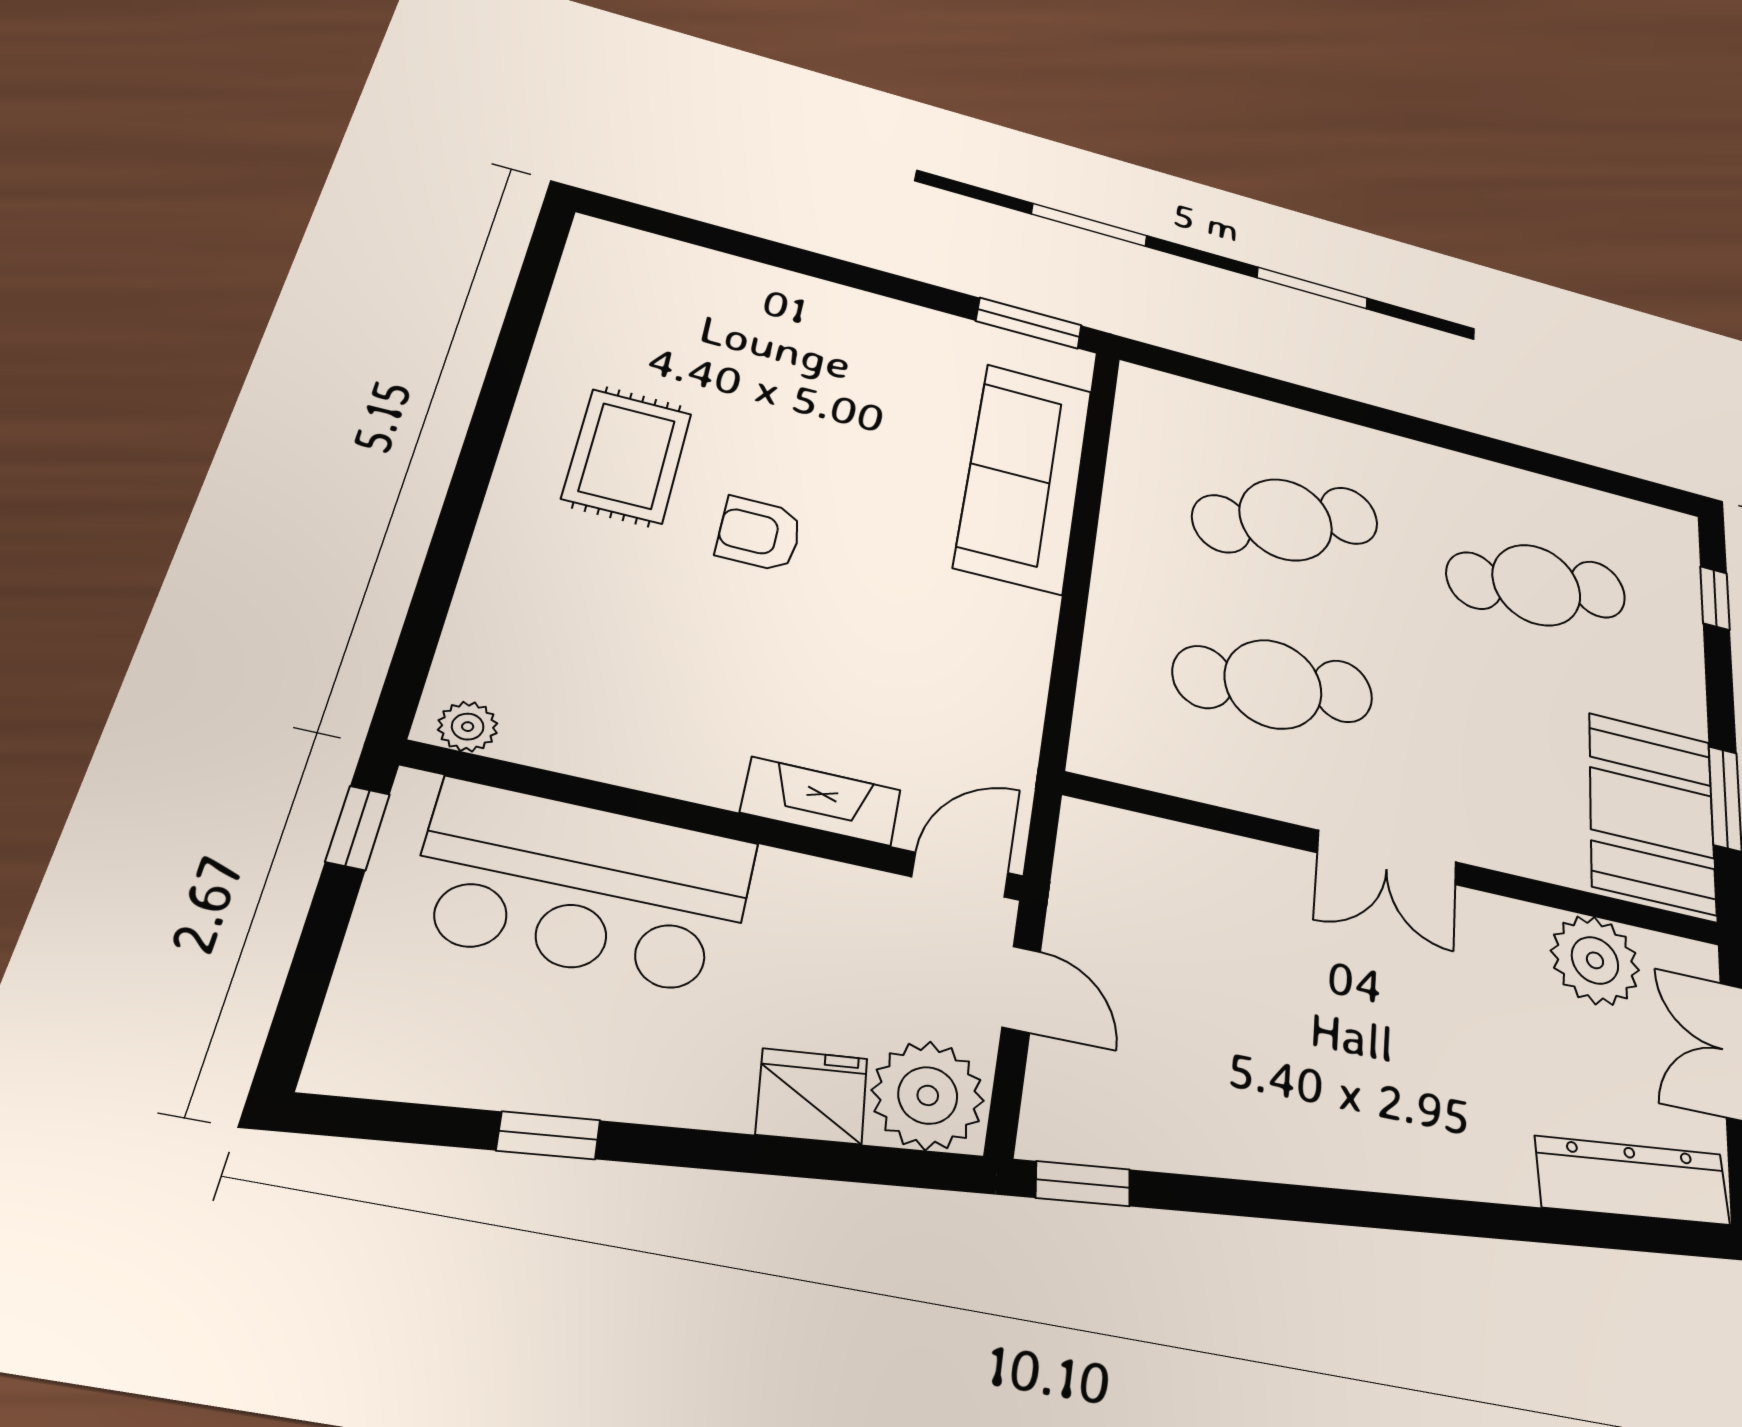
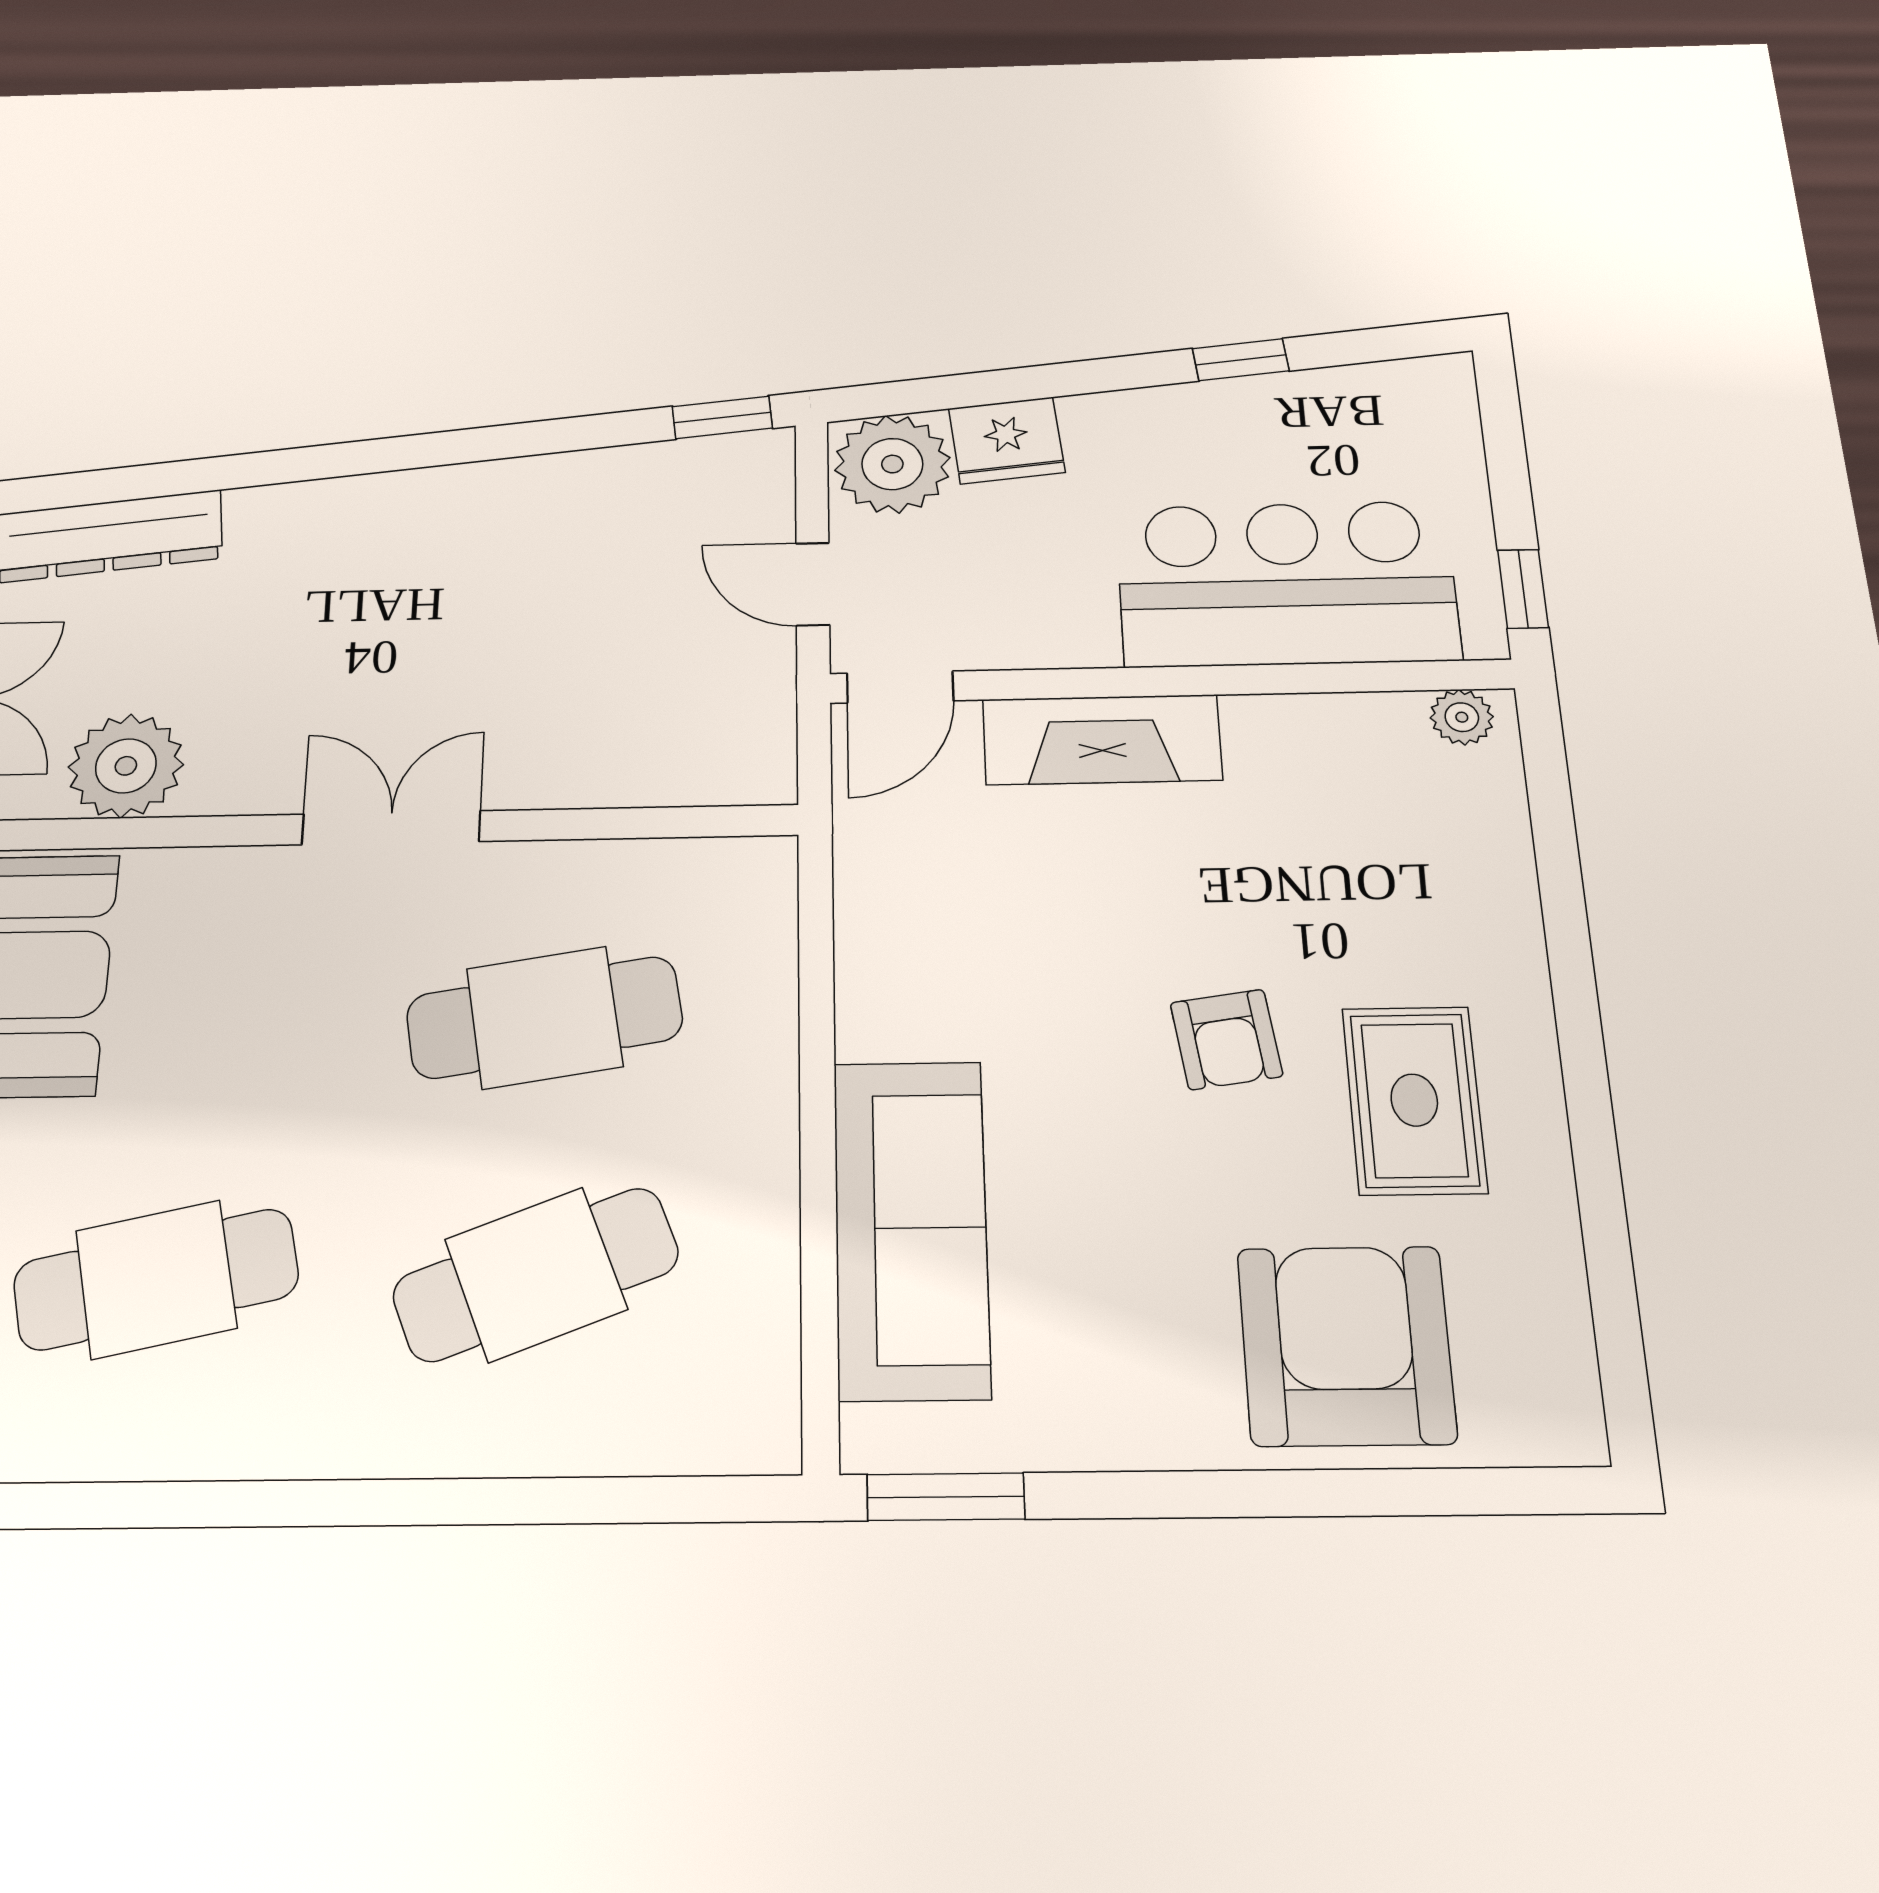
armchair: (735, 326) -> (1346, 1345), added
armchair: (759, 534) -> (1226, 1039), turned 82
fireplace: (821, 801) -> (1102, 740), width x1.37, depth x1.32

